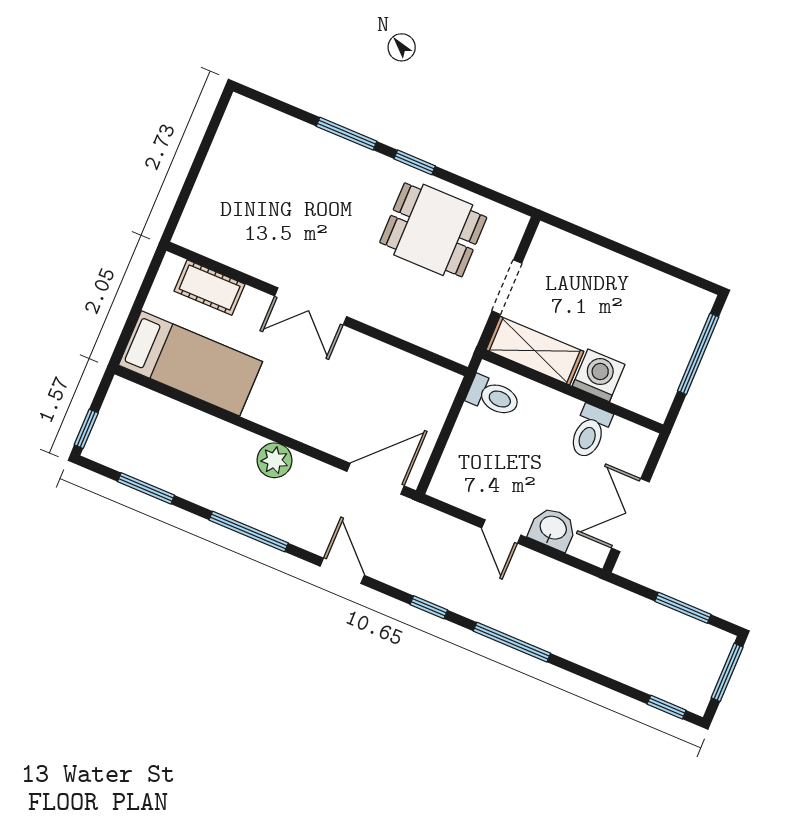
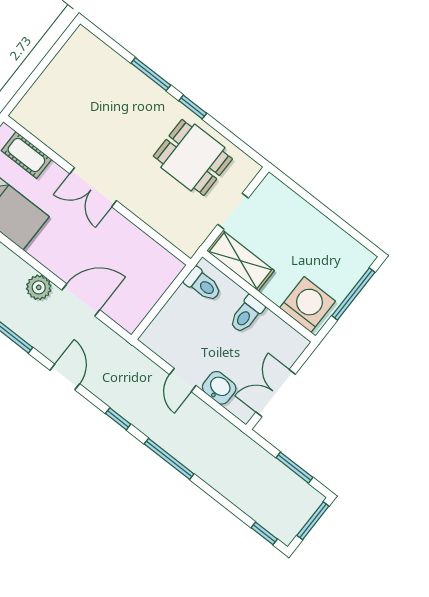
washing machine: (599, 375) -> (308, 305), moved, width x1.37, depth x1.37
toilet: (590, 432) -> (247, 314), moved
door: (376, 479) -> (81, 300), moved

